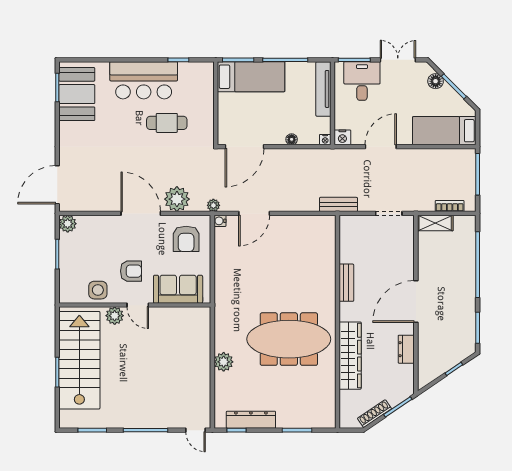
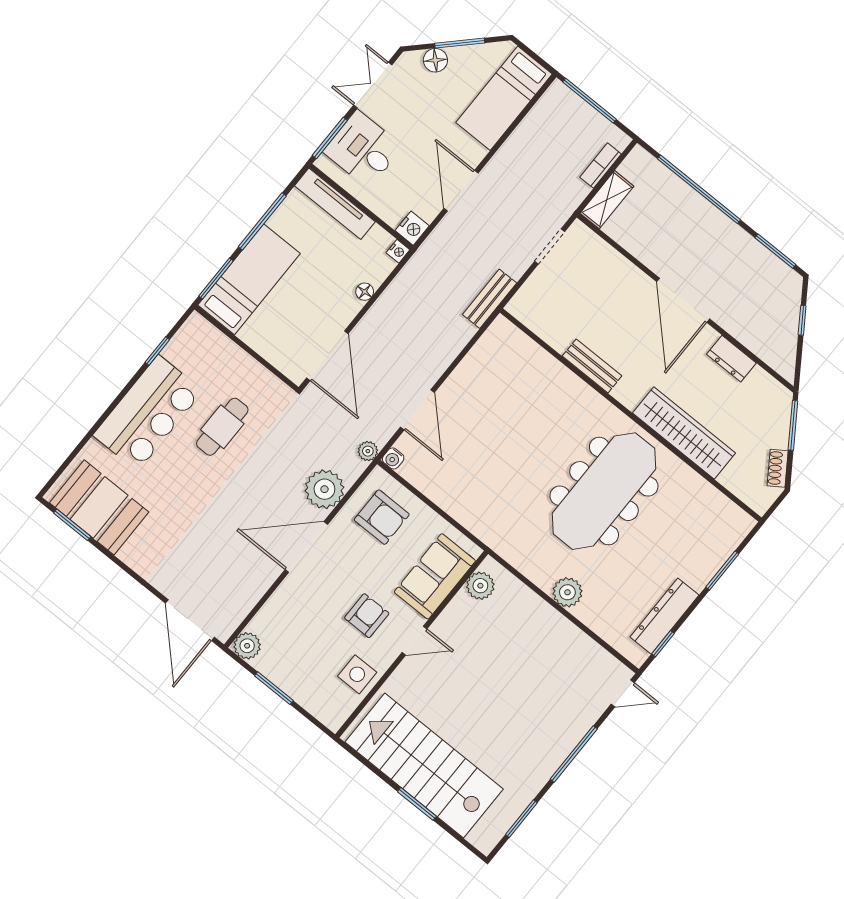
plant: (115, 316) -> (480, 586), moved
shoe rack: (375, 414) -> (778, 468), width x0.70

